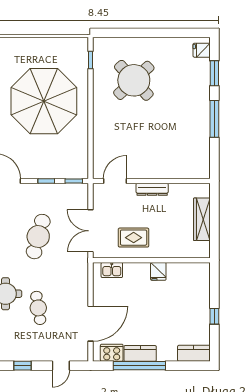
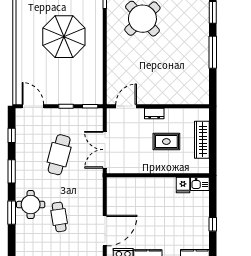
parasol: (44, 101) -> (64, 37), width x0.73, depth x0.73
dresser: (152, 189) -> (154, 114), width x0.70
rug: (134, 238) -> (166, 142), moved
kitchen sink: (112, 270) -> (200, 184), moved
fridge: (158, 271) -> (183, 185), moved

